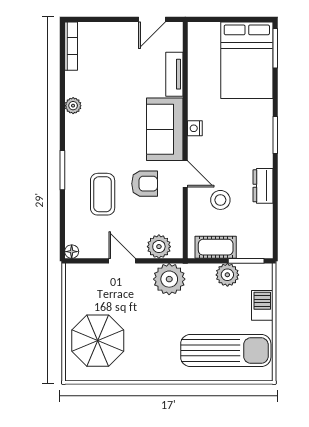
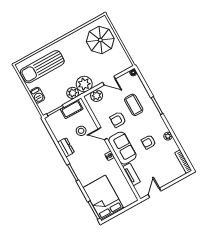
armchair: (113, 114) -> (149, 142), added
plant: (227, 275) -> (73, 93), moved

